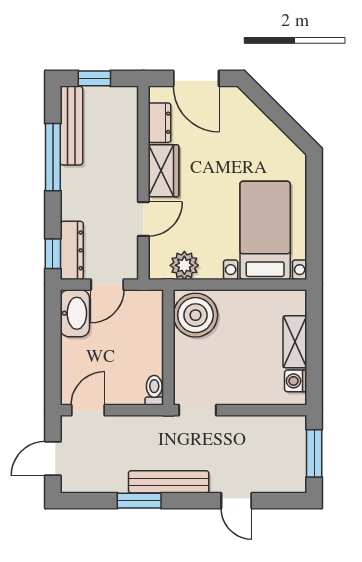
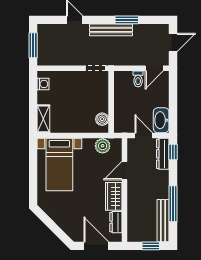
door: (107, 285) -> (144, 136), hinge flipped
boiler: (195, 315) -> (102, 119), width x0.54, depth x0.54
shelving: (295, 342) -> (43, 119), moved
toilet: (154, 390) -> (138, 79), moved

